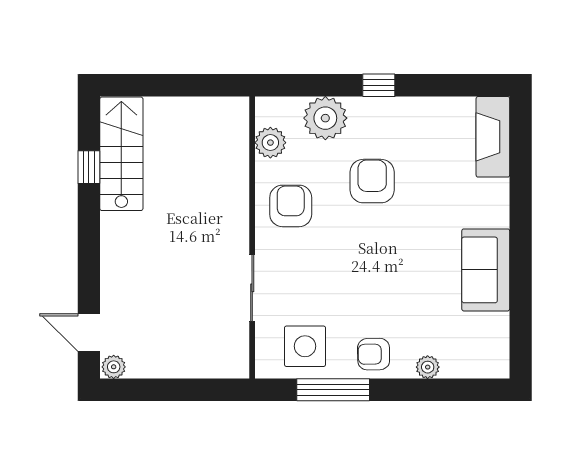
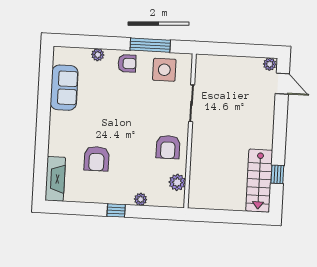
plant: (325, 118) -> (141, 199), width x0.53, depth x0.53
armchair: (372, 181) -> (97, 159), moved
sofa: (486, 270) -> (64, 88), moved

